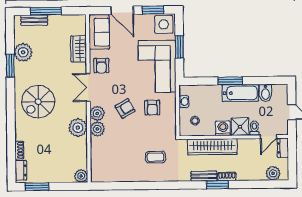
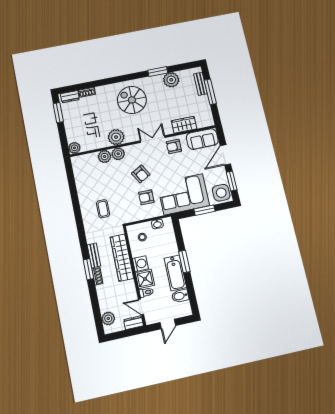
plant: (97, 113) -> (105, 157), moved

